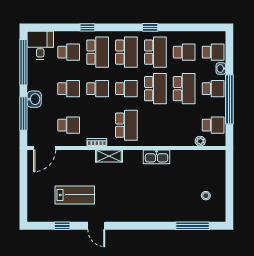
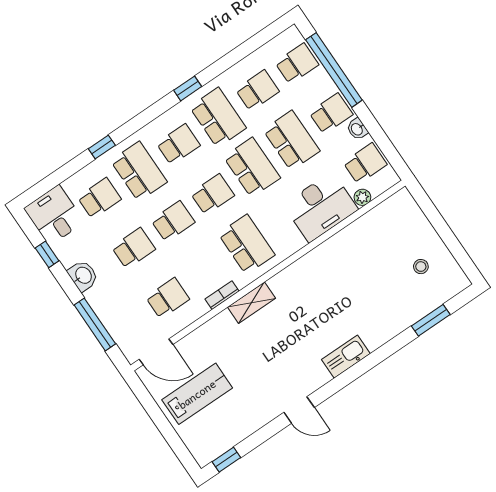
school desk: (126, 52) -> (178, 144), width x0.54
window: (23, 62) -> (47, 254), width x0.32
washbasin: (221, 68) -> (357, 129), moved
washbasin: (34, 99) -> (83, 276), moved
window: (229, 99) -> (334, 70), moved
desk: (176, 132) -> (321, 207), added
door: (45, 148) -> (156, 352), hinge flipped
kitchen sink: (157, 157) -> (346, 357), moved, turned 180
lab bench: (75, 195) -> (197, 394), moved
window: (62, 226) -> (226, 460), moved
window: (192, 226) -> (431, 320), width x0.69

